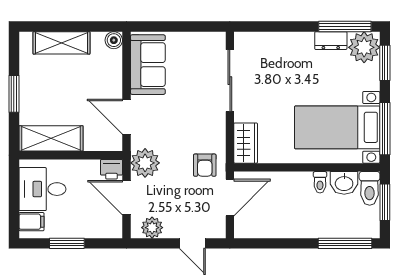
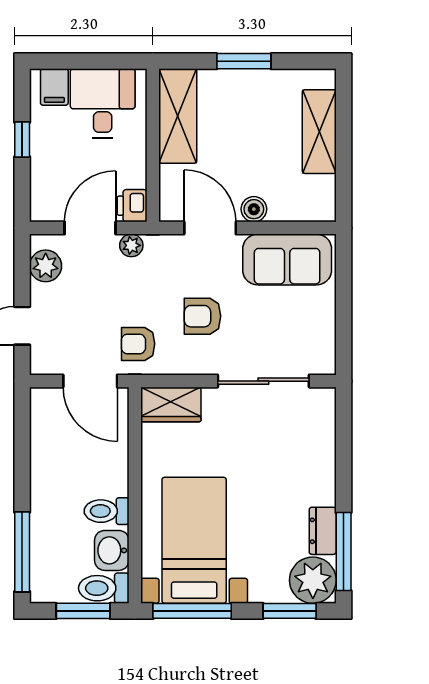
boiler: (114, 40) -> (254, 209), moved
door: (126, 117) -> (210, 228), hinge flipped
armchair: (186, 122) -> (203, 316), added
plant: (145, 163) -> (131, 245), width x0.53, depth x0.53
toilet: (320, 182) -> (107, 511), width x1.37, depth x1.39
window: (67, 243) -> (22, 140), width x0.67

